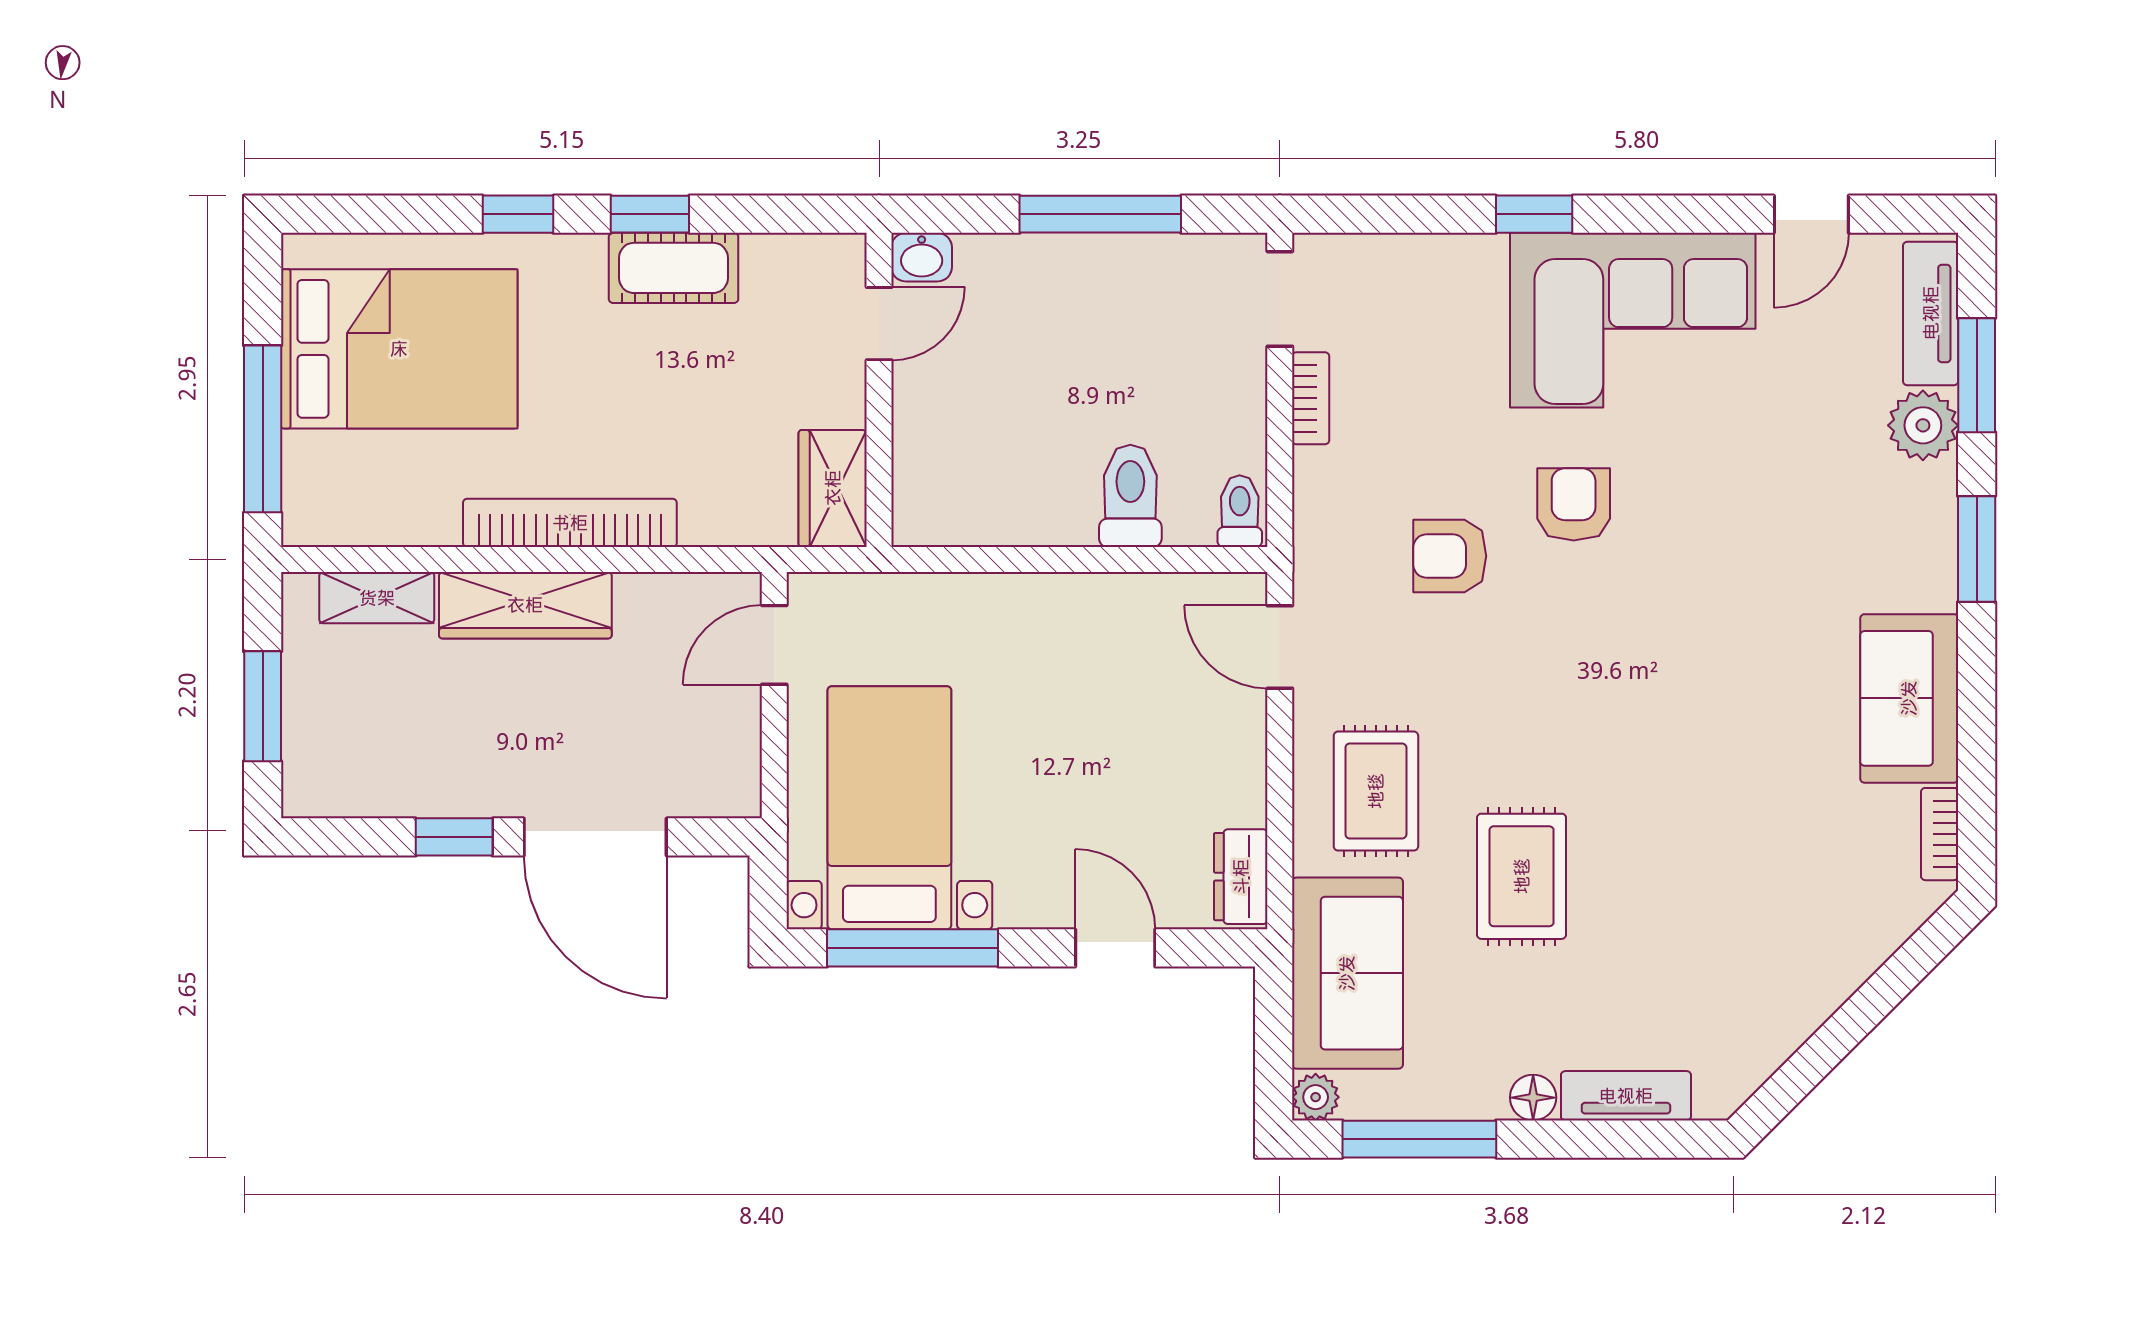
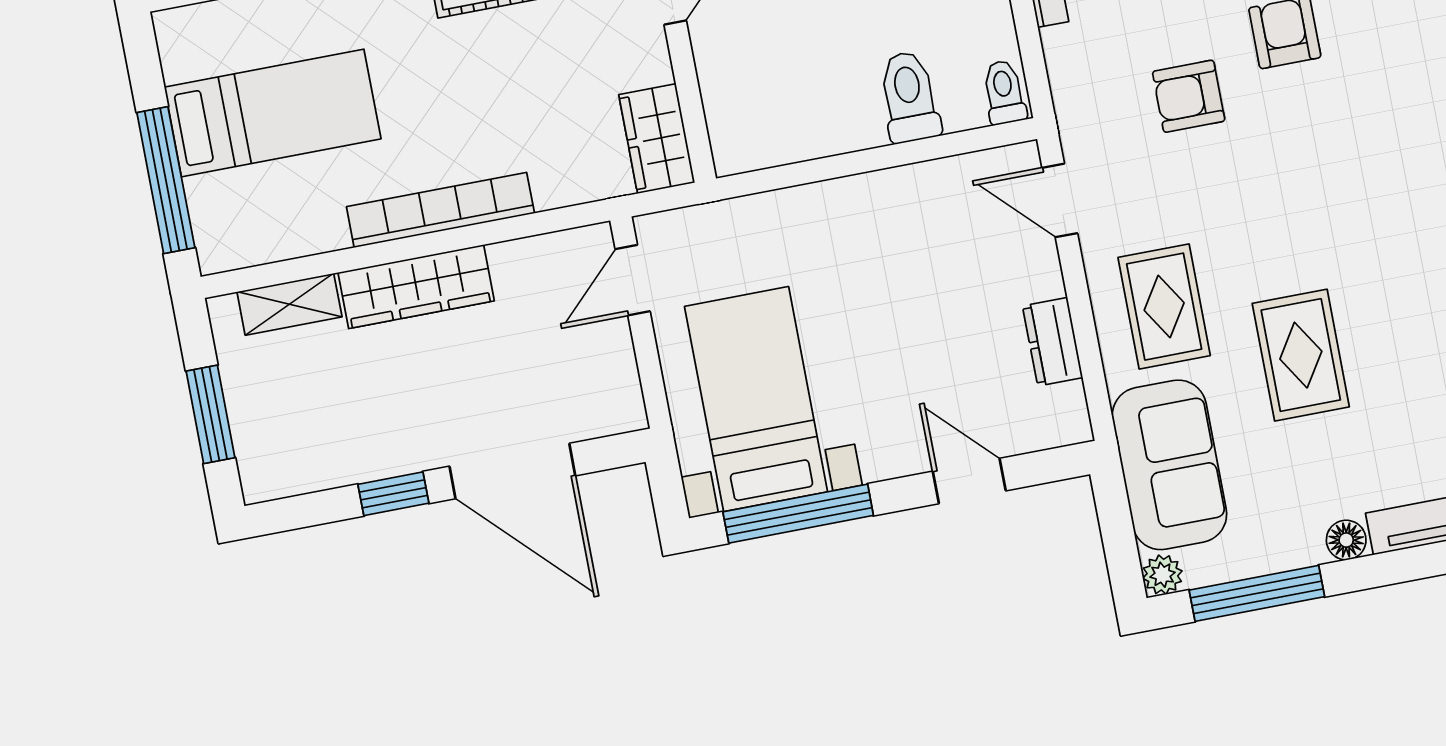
bed: (399, 349) -> (273, 113), width x0.67
dresser: (1241, 877) -> (1053, 342), moved

